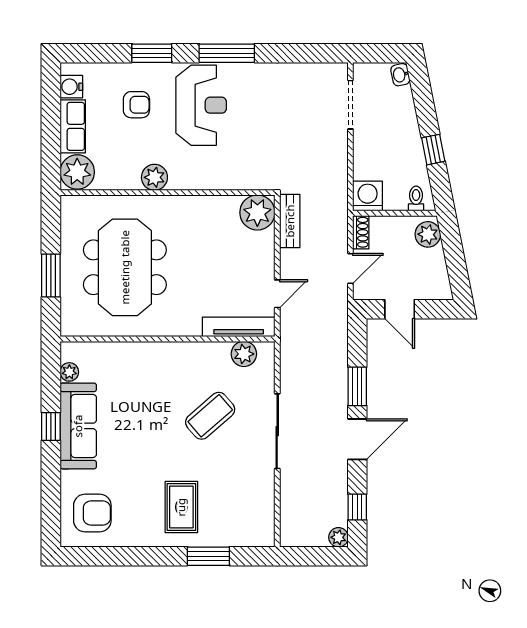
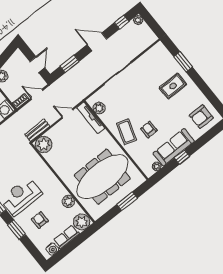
plant: (154, 177) -> (68, 201), moved
meeting table: (125, 267) -> (102, 177), width x1.36
window: (357, 386) -> (70, 64), moved
armchair: (141, 408) -> (149, 130), added
coffee table: (210, 416) -> (126, 132), moved, turned 59
armchair: (92, 513) -> (201, 117), turned -90

